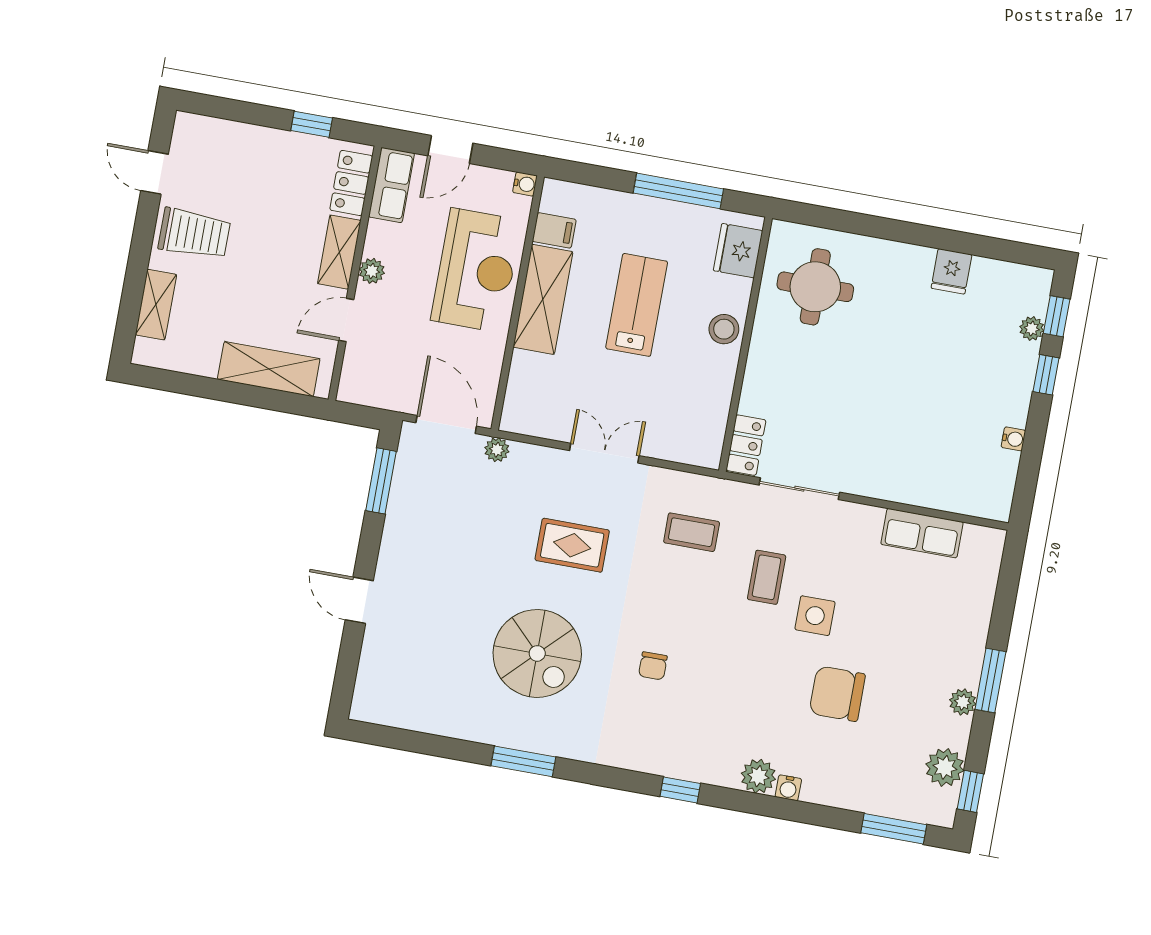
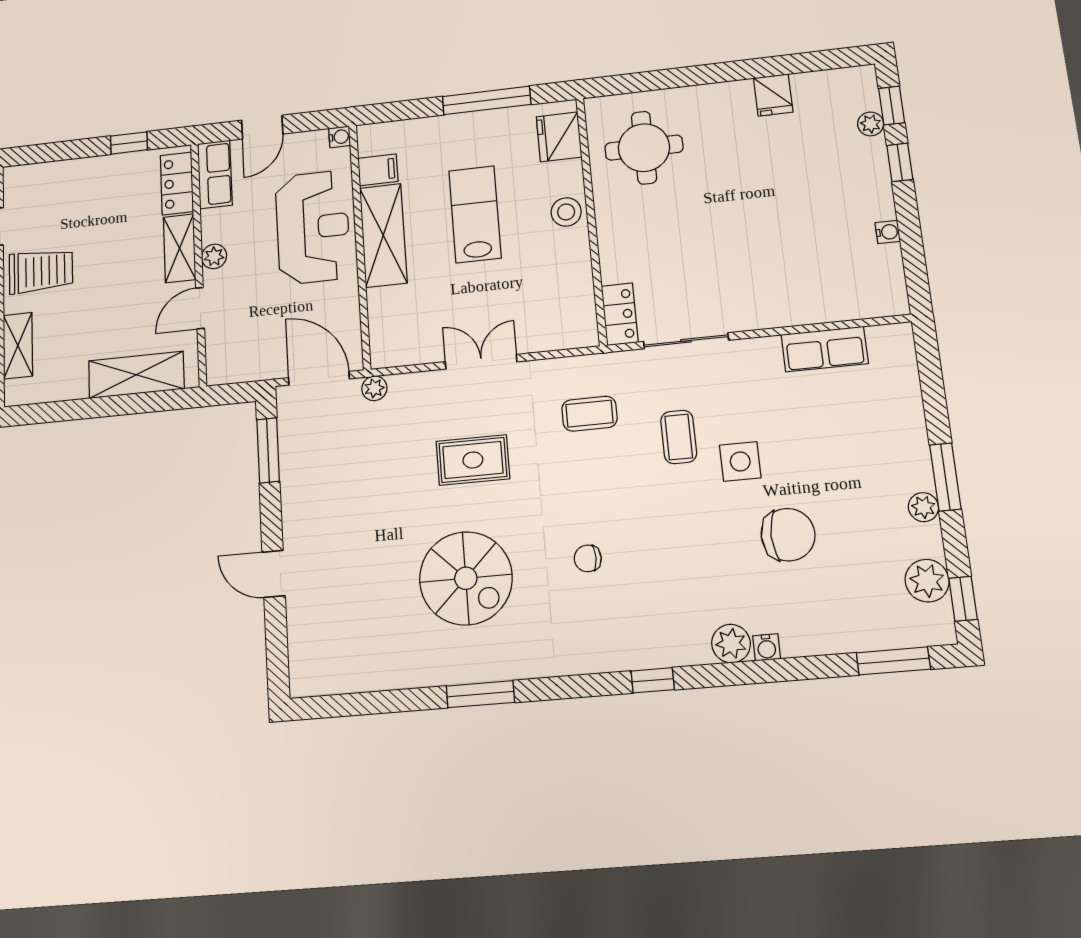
chair: (653, 666) -> (588, 558), turned 90
chair: (837, 694) -> (788, 535), turned 180

